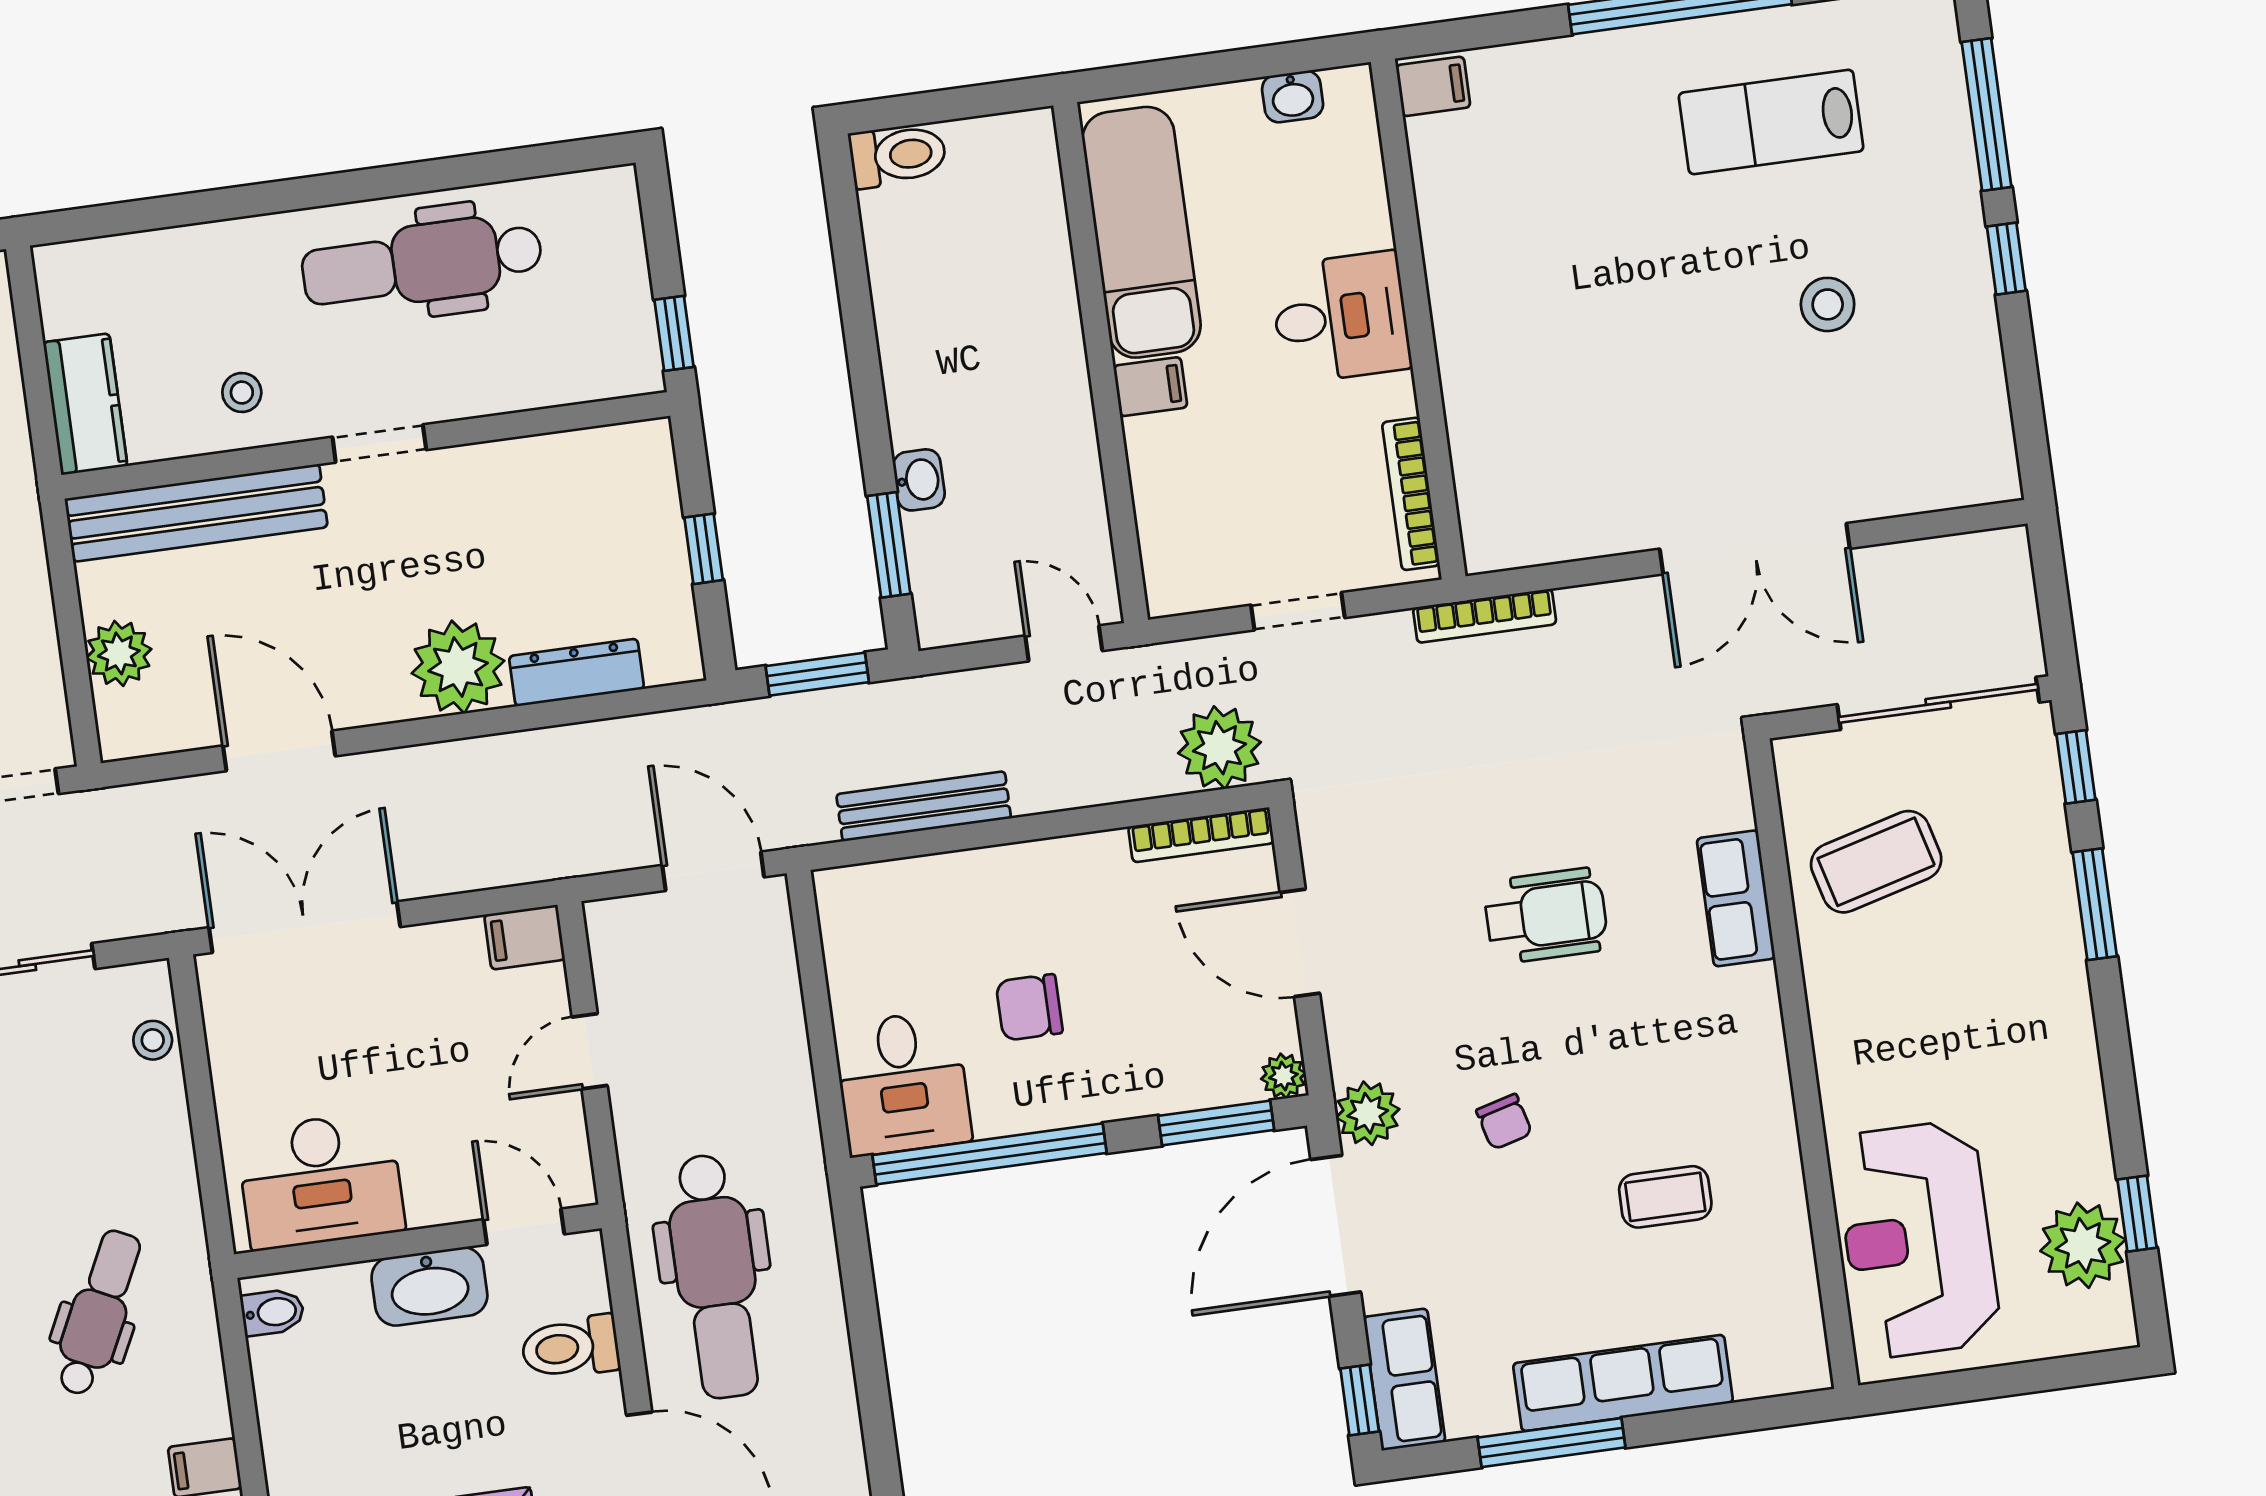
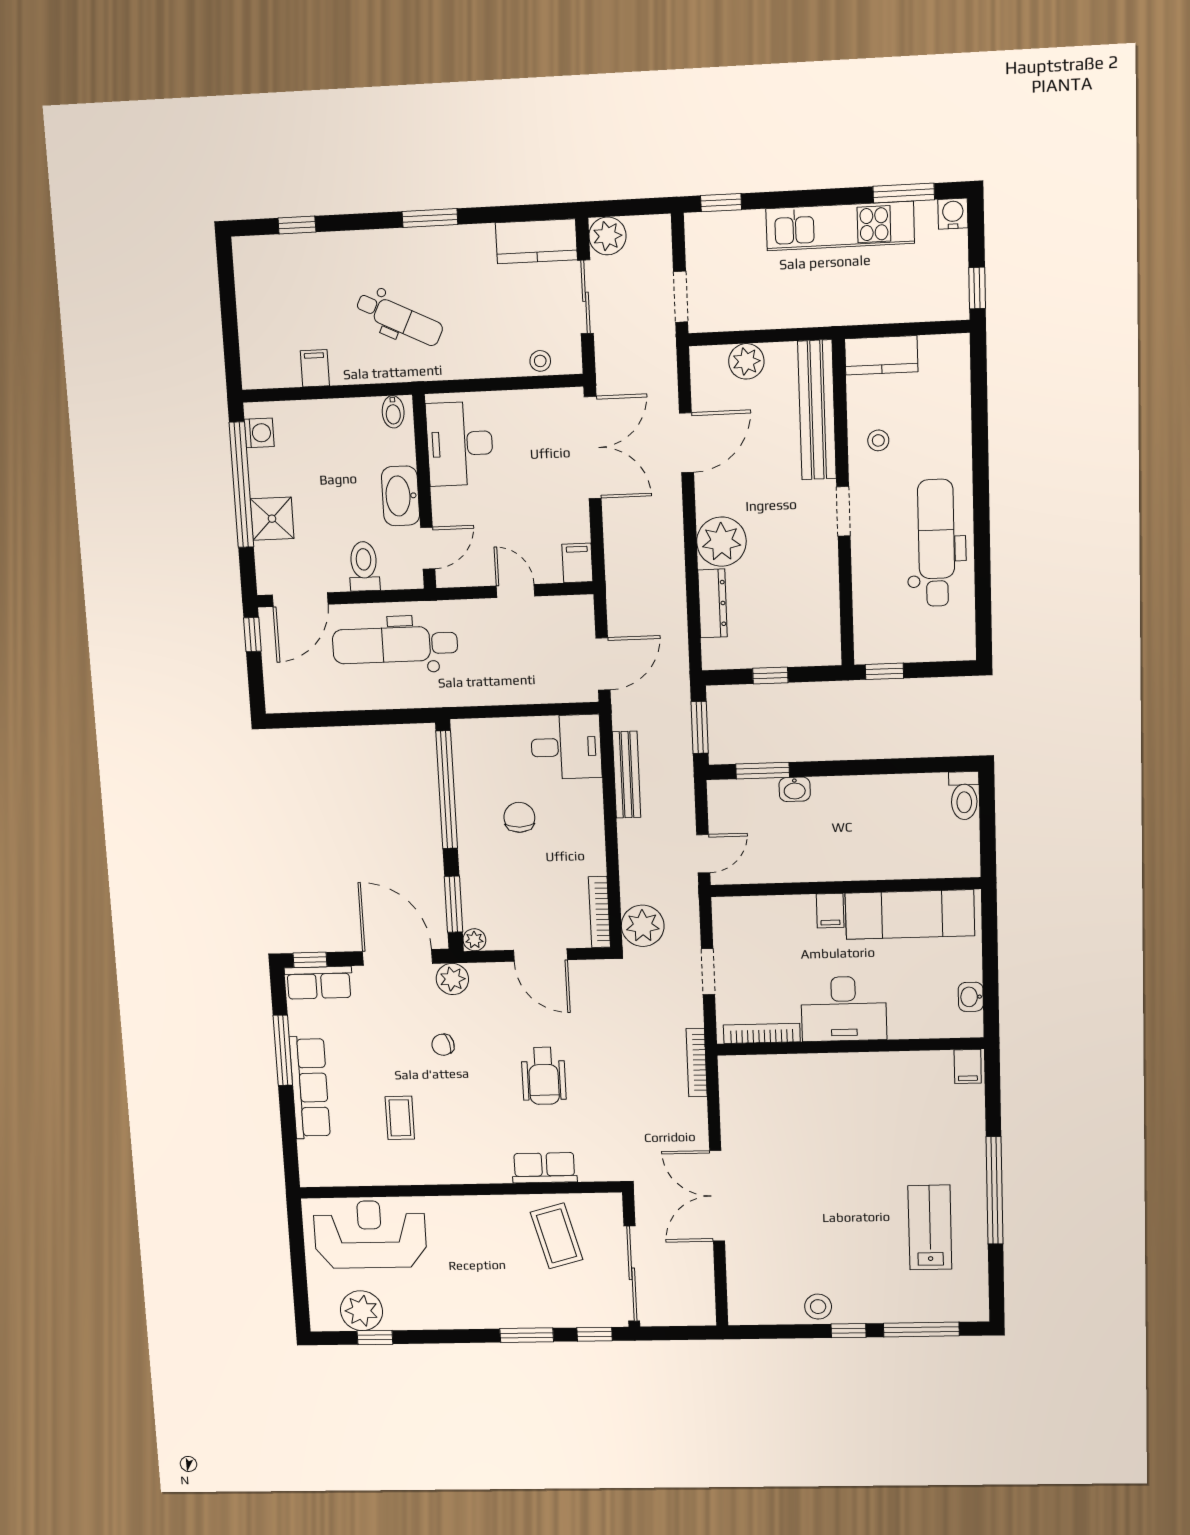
stool: (1828, 304) -> (818, 1307), moved
desk: (1341, 317) -> (844, 1009), width x1.37
door: (1300, 943) -> (540, 955), swing flipped
desk: (903, 1083) -> (566, 747), moved, turned 180

